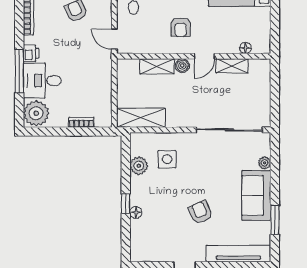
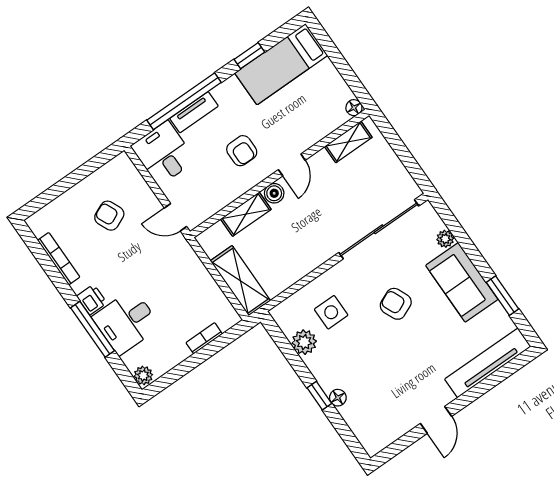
floor lamp: (245, 48) -> (354, 108), moved
shelving: (232, 66) -> (348, 142), moved
plant: (36, 113) -> (143, 376), width x0.53, depth x0.53
shelving: (141, 118) -> (240, 281), moved, turned 90
armchair: (201, 212) -> (396, 304), moved

